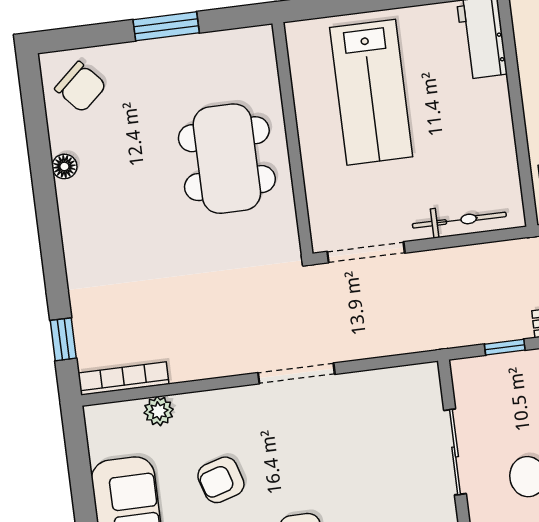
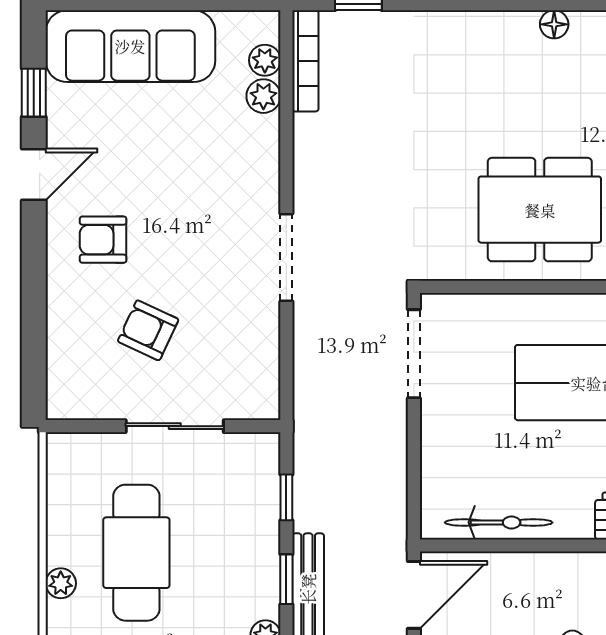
bicycle: (459, 220) -> (499, 522), moved, turned -90
plant: (127, 414) -> (265, 60), added
armchair: (221, 480) -> (148, 330), moved, turned -48

